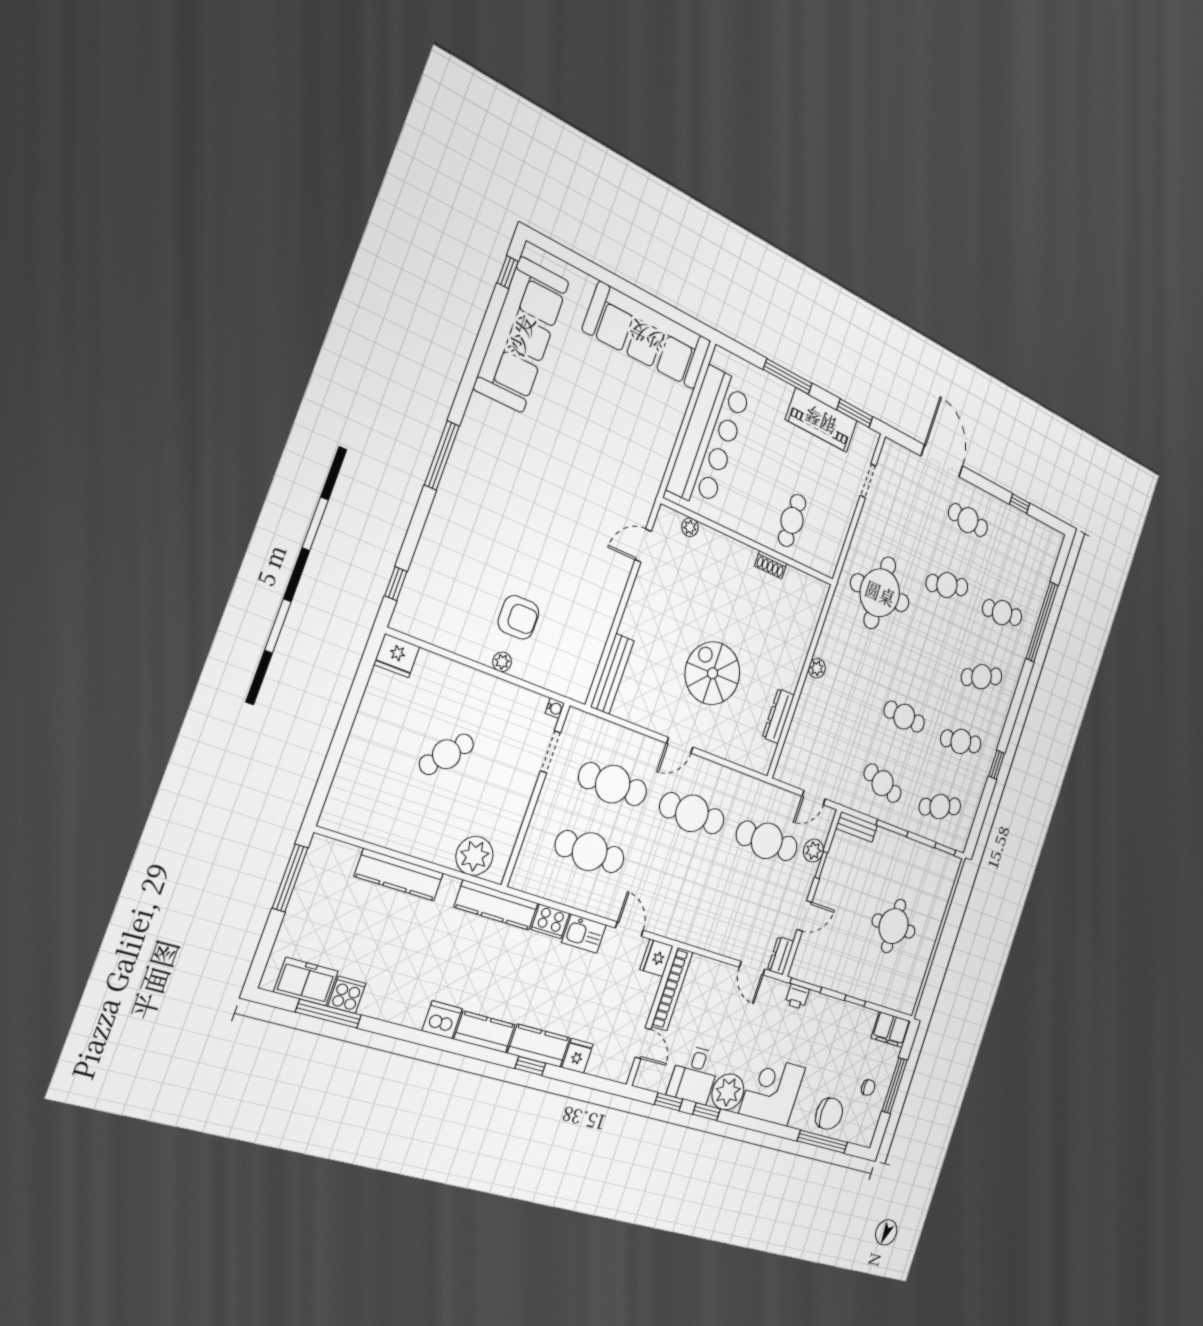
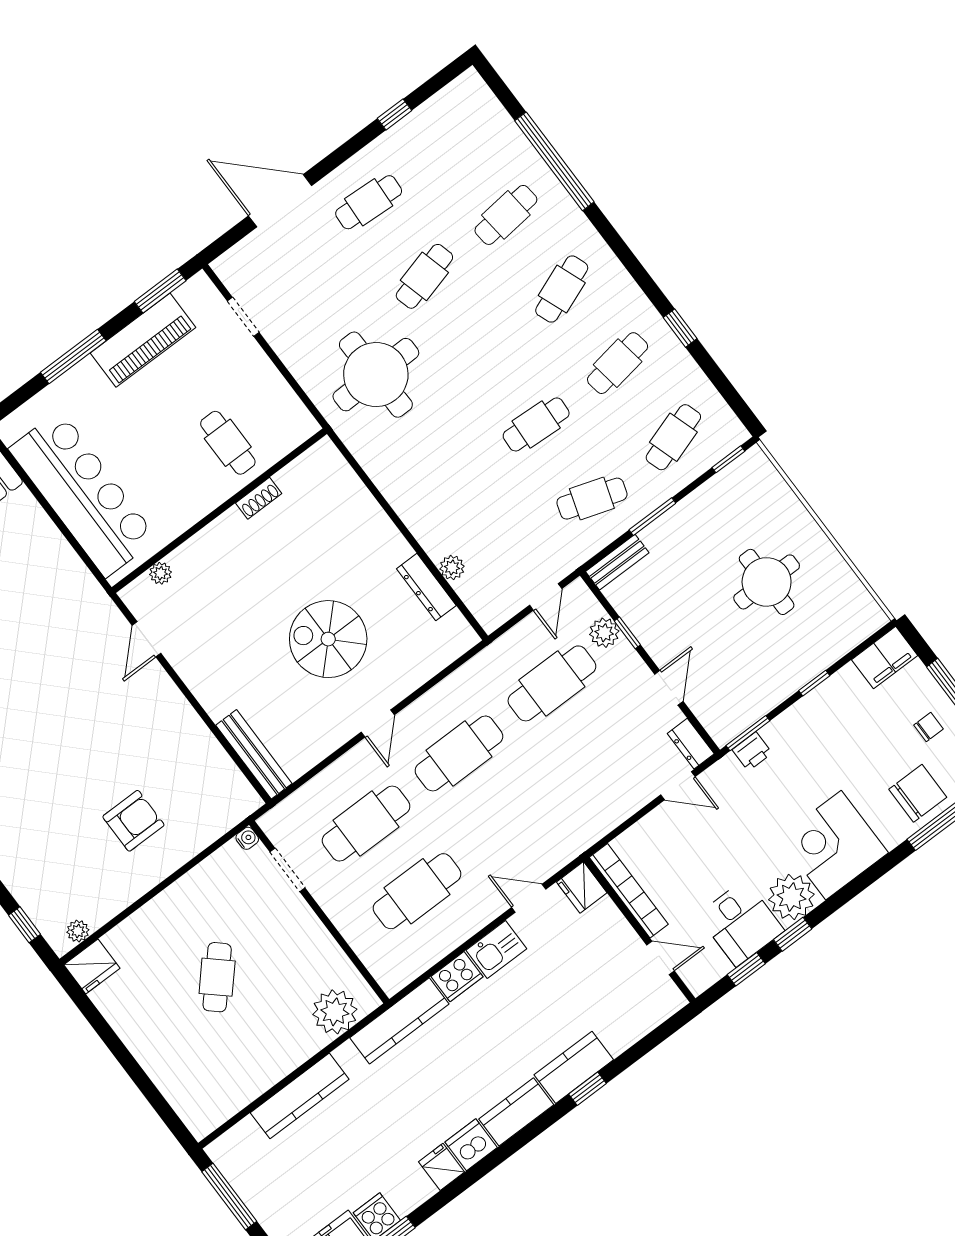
plant: (502, 662) -> (78, 931), moved
plant: (817, 668) -> (452, 568), moved
fridge: (577, 1056) -> (442, 1167), moved

